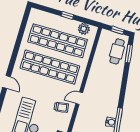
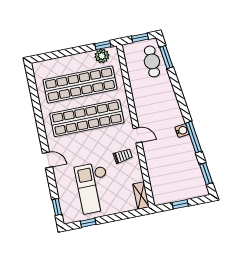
window: (67, 15) -> (103, 45), moved
door: (79, 98) -> (137, 135), swing flipped
water cooler: (111, 122) -> (182, 131), moved

